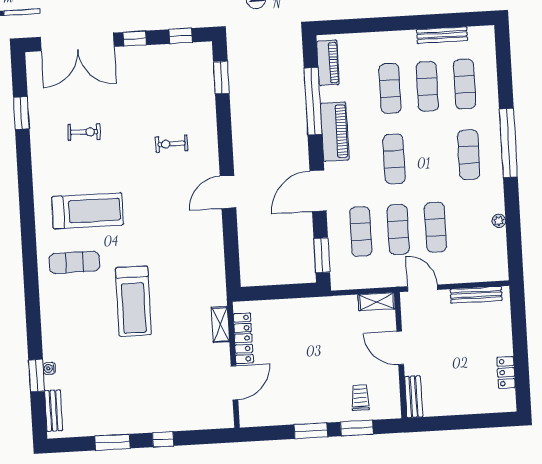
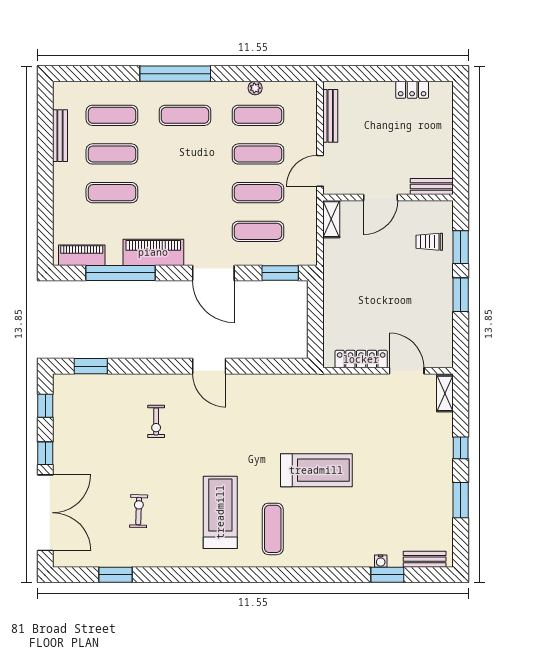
exercise mat: (394, 159) -> (258, 115), moved
shelving: (220, 324) -> (445, 393), moved, turned 90

